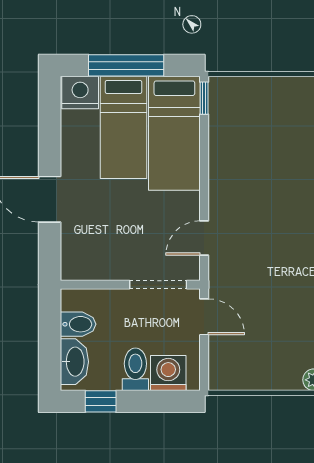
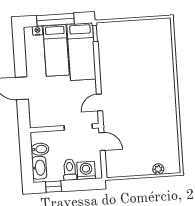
nightstand: (80, 93) -> (38, 31), width x0.53, depth x0.56

